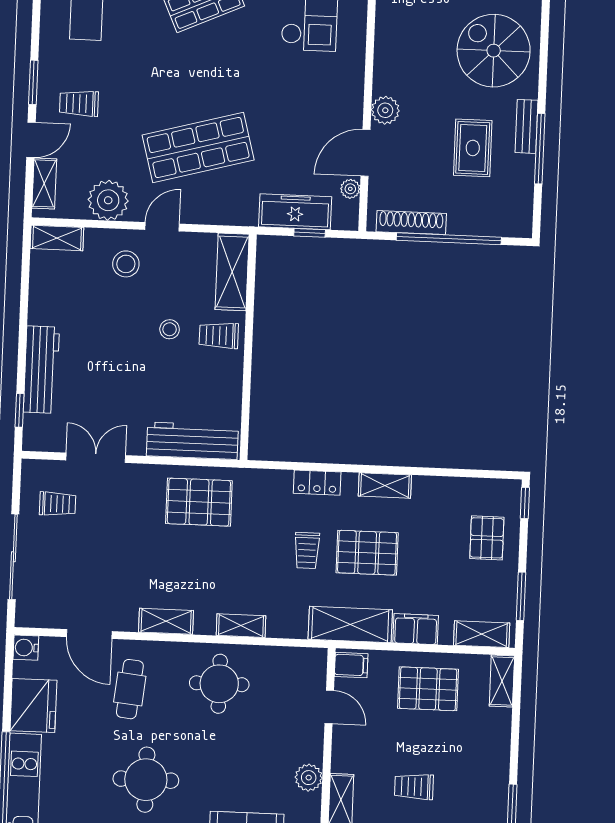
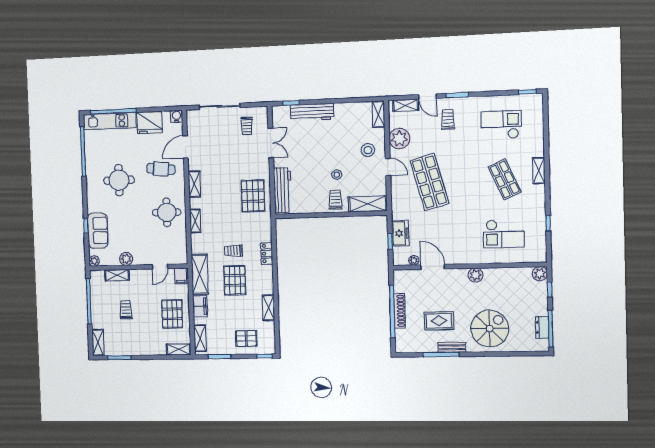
plant: (385, 110) -> (476, 275), moved
freezer: (295, 212) -> (400, 233), width x0.71
shoe rack: (411, 223) -> (399, 311), moved
shelving: (385, 485) -> (269, 308), moved

